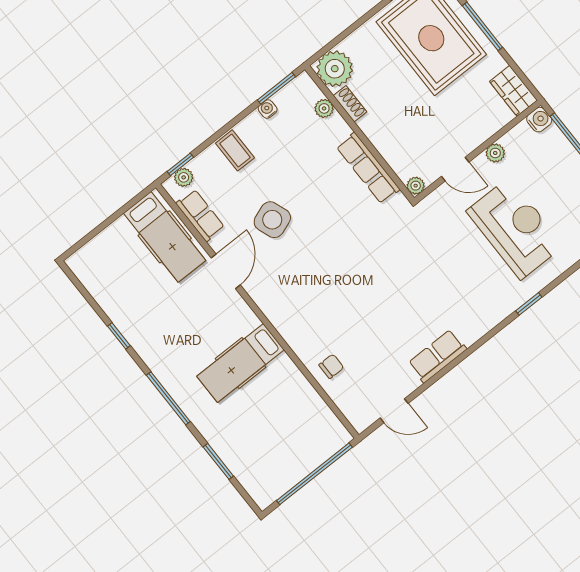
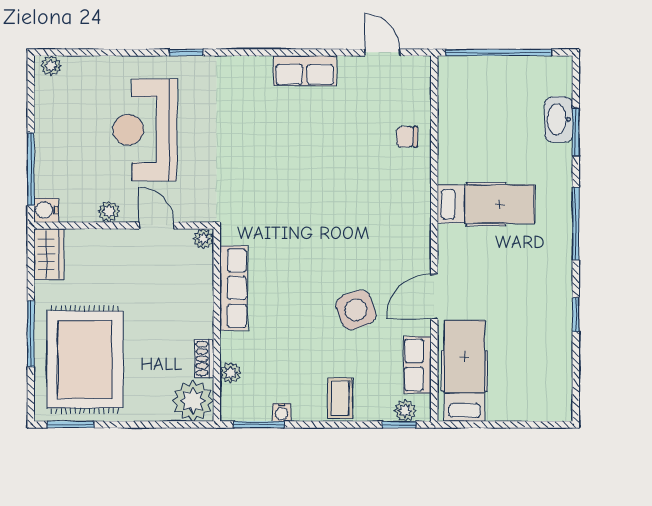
washbasin: (237, 461) -> (559, 119), added

